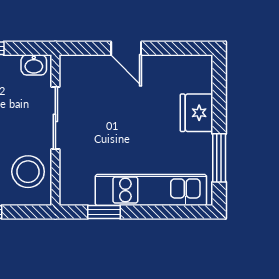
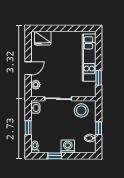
plant: (88, 66) -> (36, 85), added
fridge: (197, 113) -> (43, 38), moved
window: (219, 158) -> (75, 28), removed

